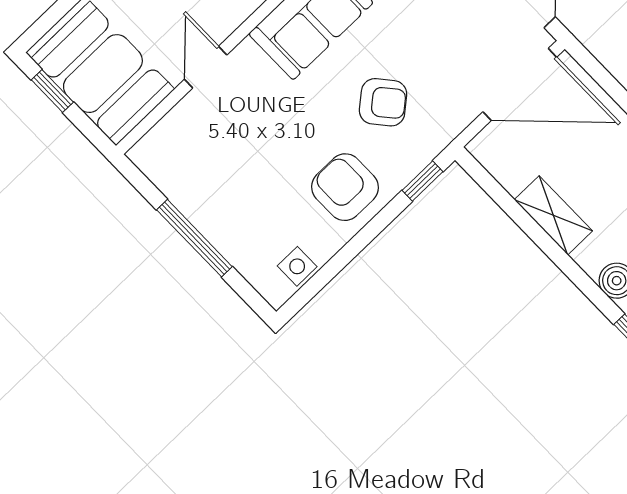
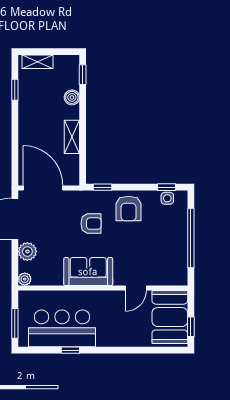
armchair: (383, 102) -> (91, 224), turned 130
window: (194, 238) -> (191, 238), width x1.46
window: (316, 284) -> (167, 187), added

